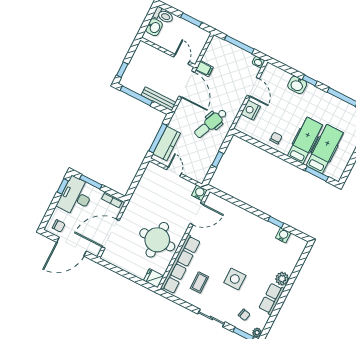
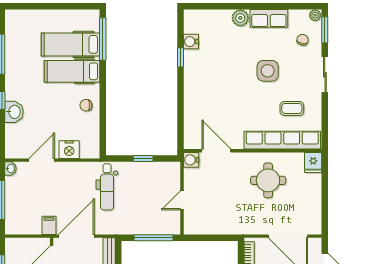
dental chair: (211, 123) -> (107, 187), turned 67
kitchen counter: (167, 144) -> (155, 225), removed
window: (317, 174) -> (103, 39), width x1.44
round table: (157, 240) -> (268, 180), width x0.73, depth x0.73

